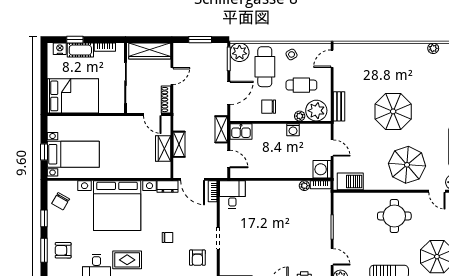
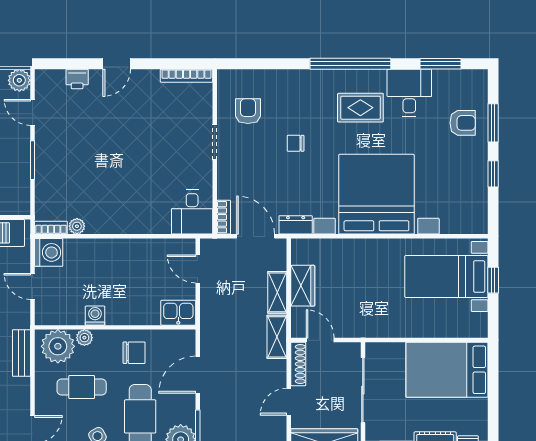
shelving: (221, 129) -> (277, 337), moved
chair: (61, 201) -> (467, 201), removed

